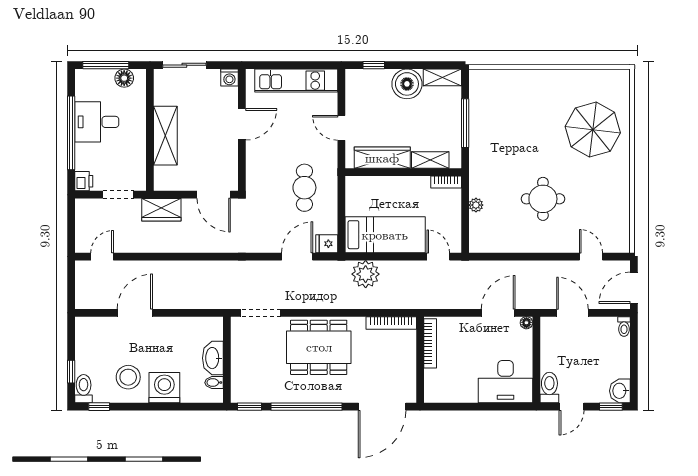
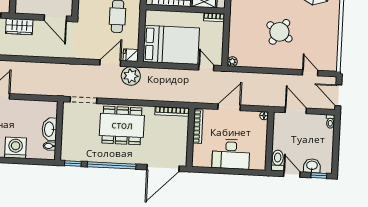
round table: (543, 199) -> (279, 32), turned 34
plant: (476, 205) -> (232, 61), moved
bed: (385, 235) -> (171, 45), width x1.50
plant: (366, 274) -> (131, 76), moved
door: (634, 288) -> (338, 95), hinge flipped
door: (498, 313) -> (229, 107), moved
desk: (506, 382) -> (231, 154), moved
washbasin: (620, 391) -> (312, 166), moved, turned 90
door: (571, 407) -> (292, 174), swing flipped

